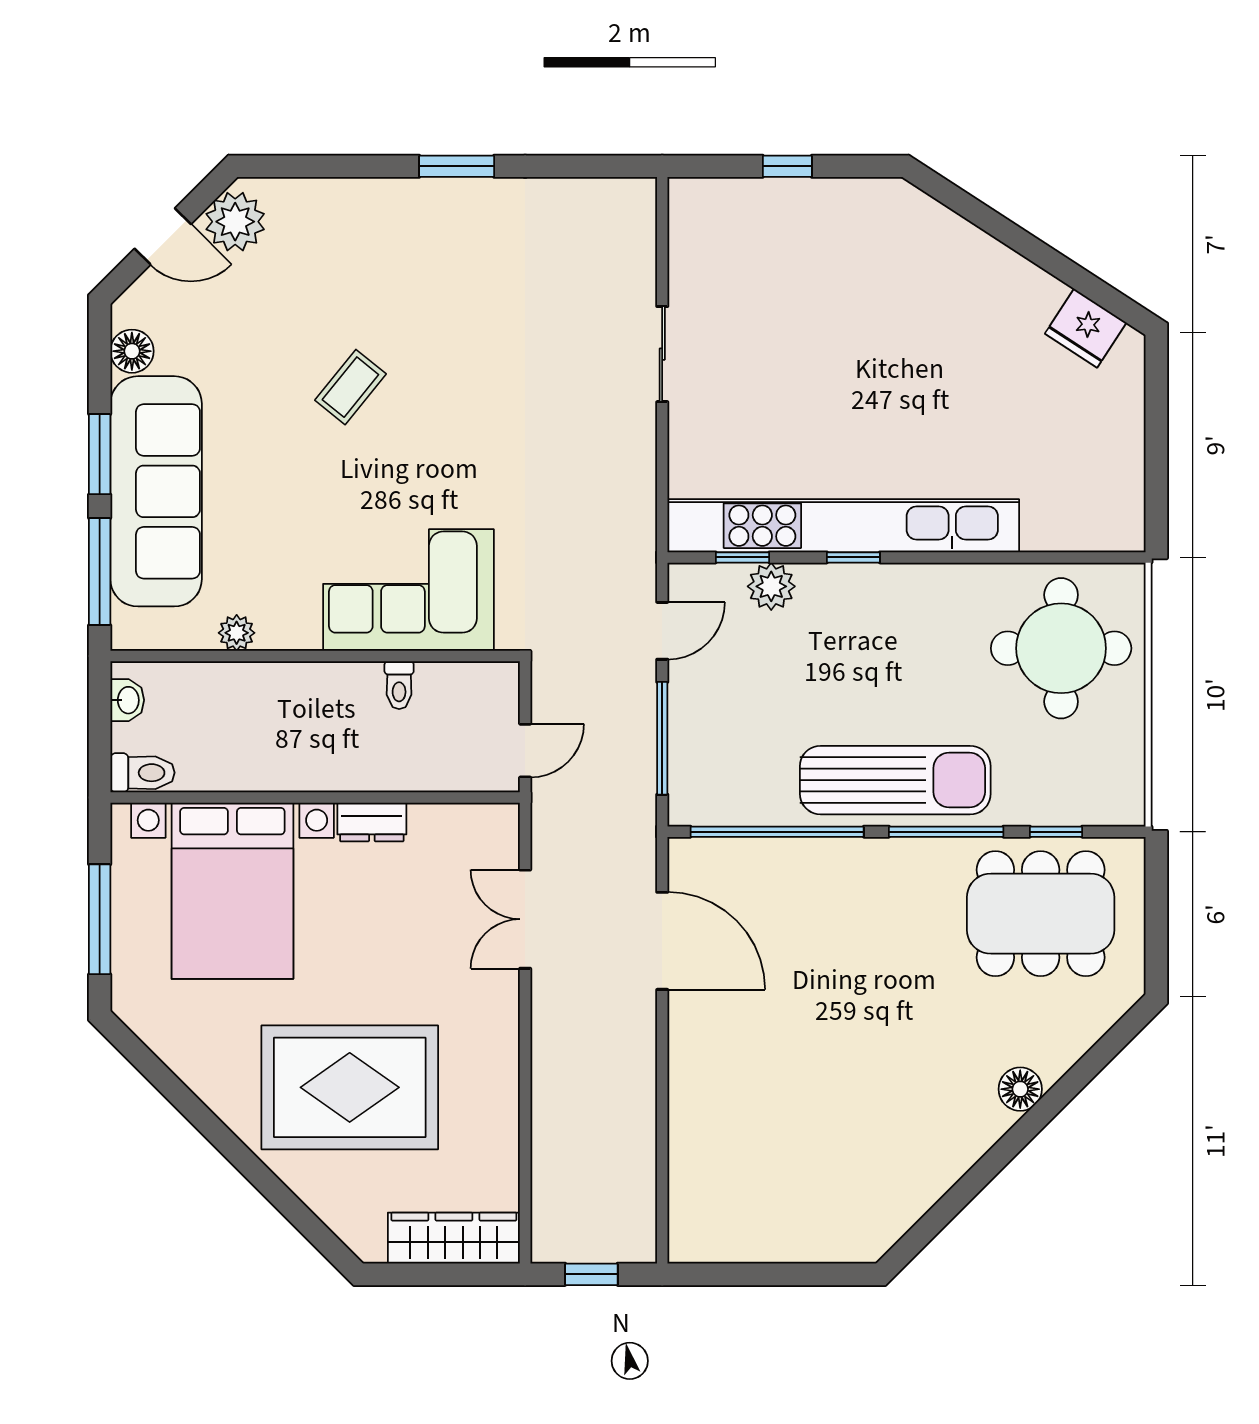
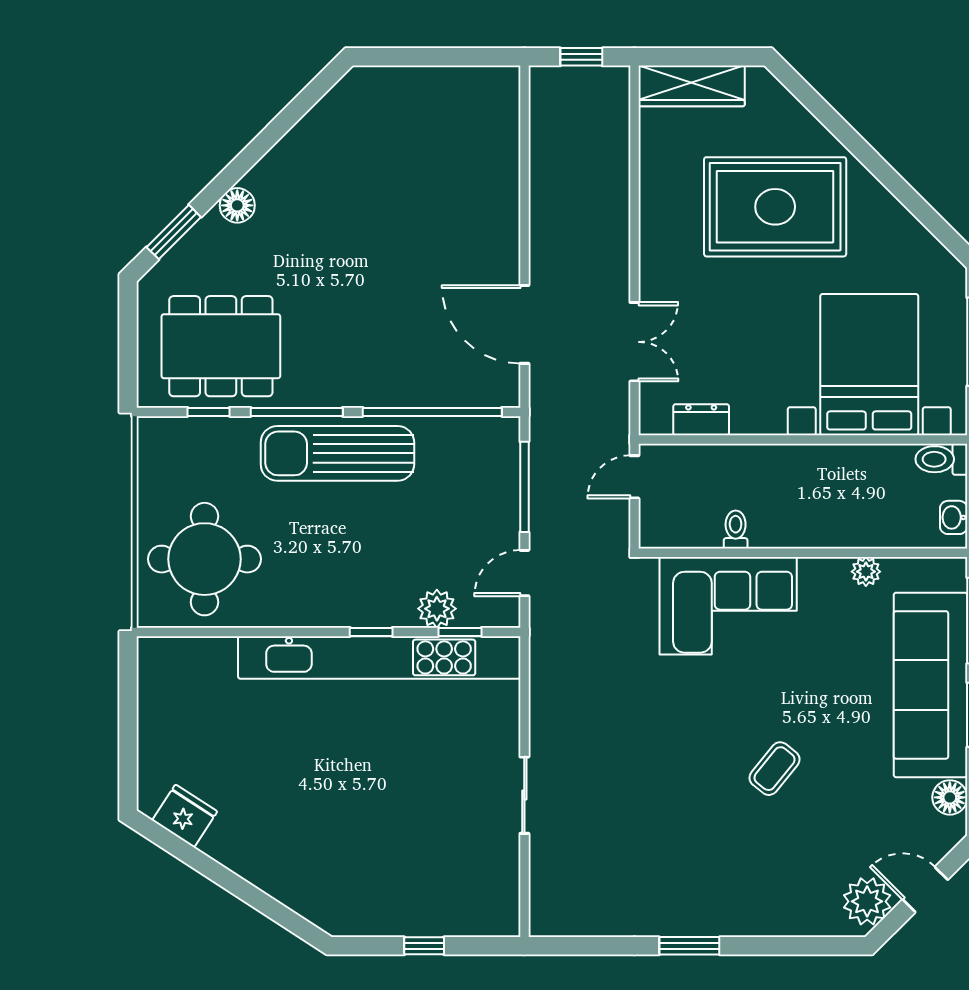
dresser: (372, 822) -> (701, 420), moved
window: (1099, 1056) -> (174, 232), added

